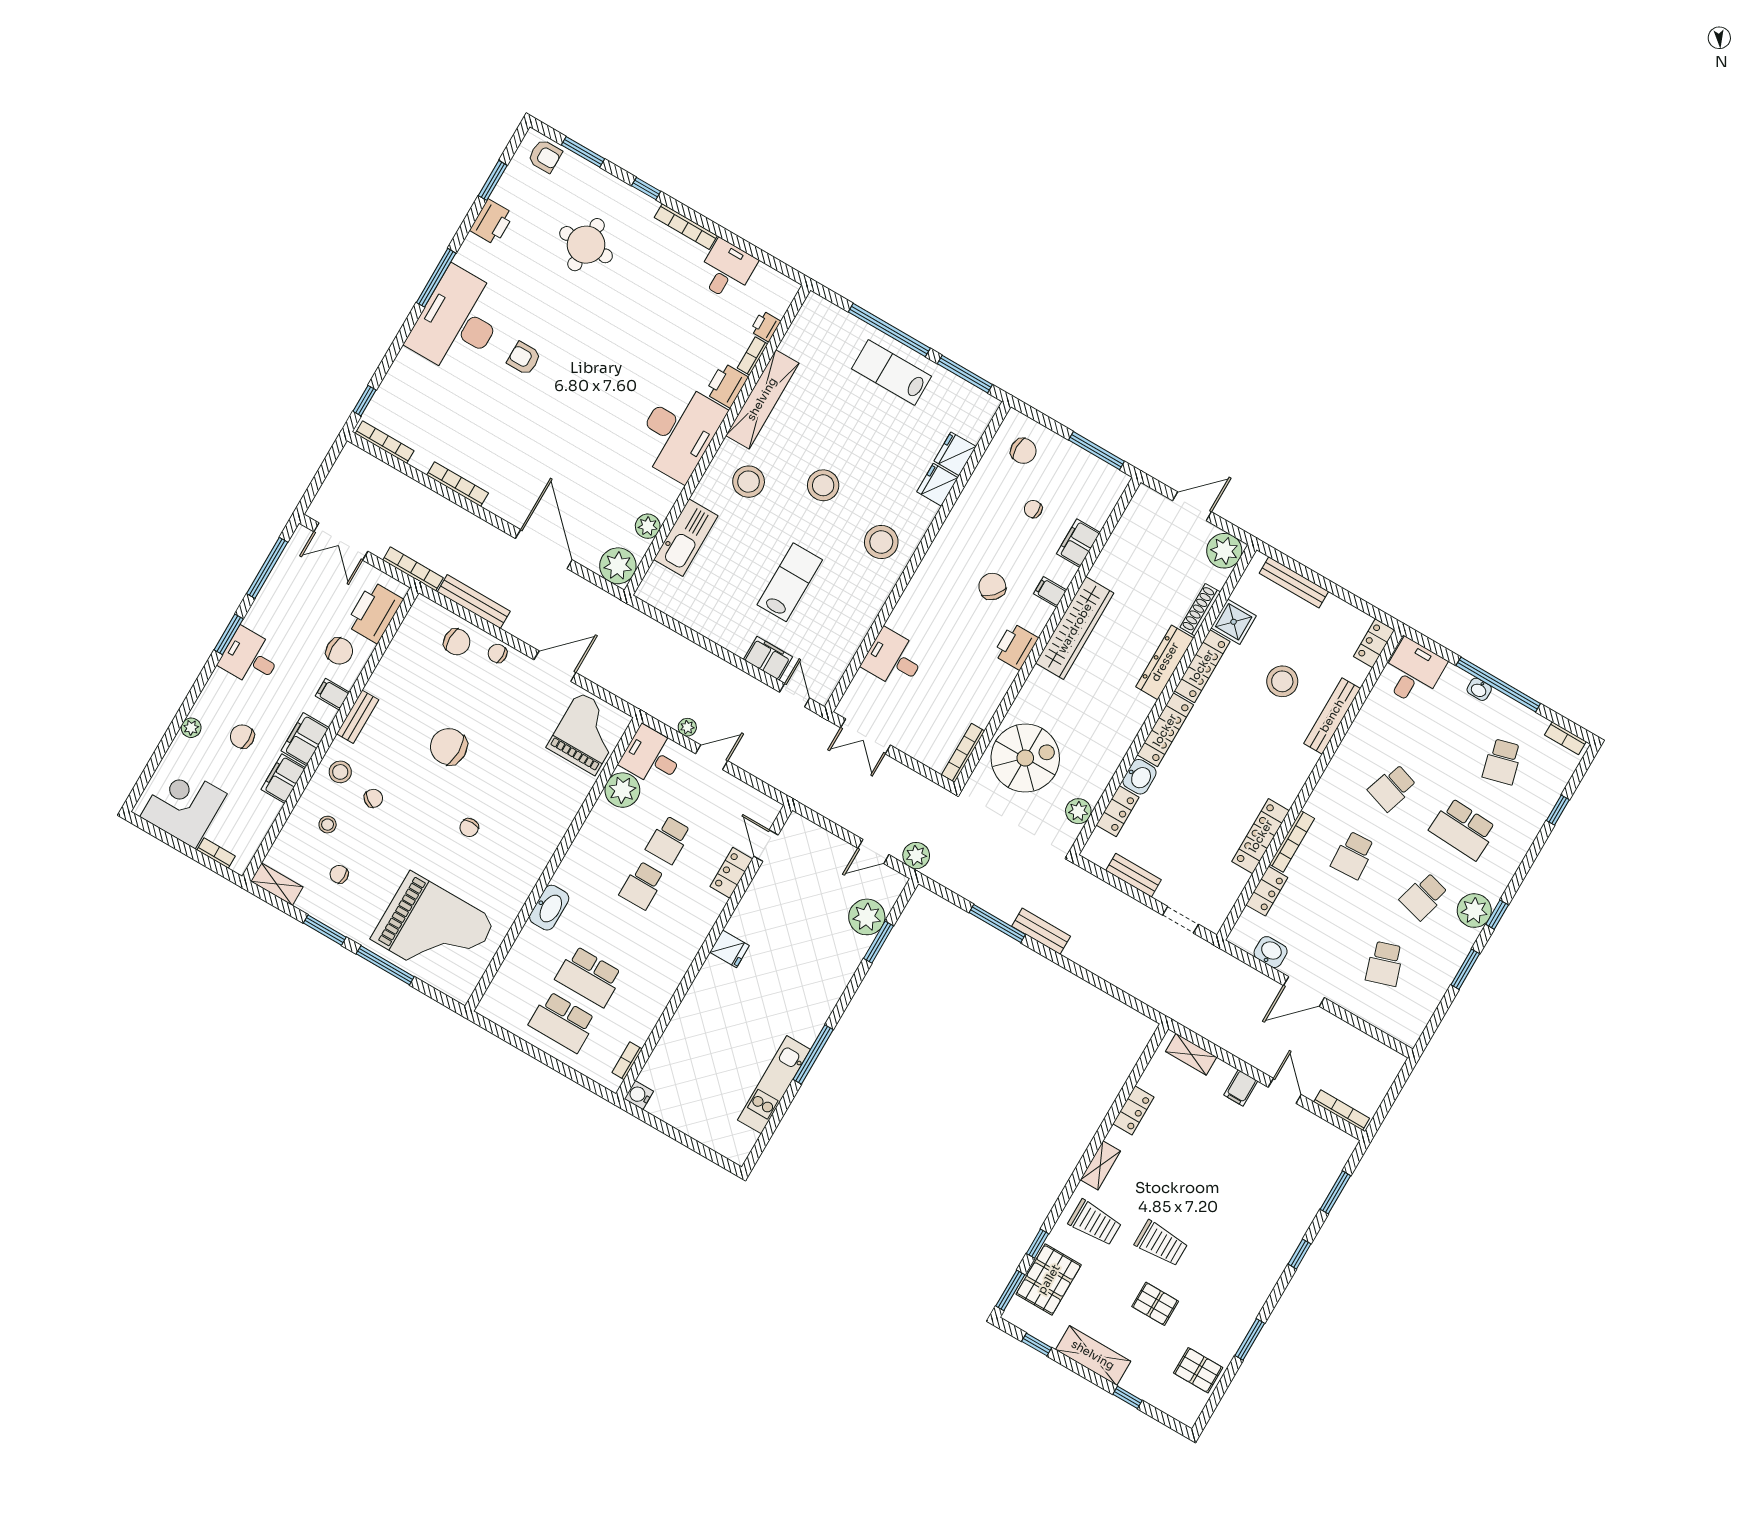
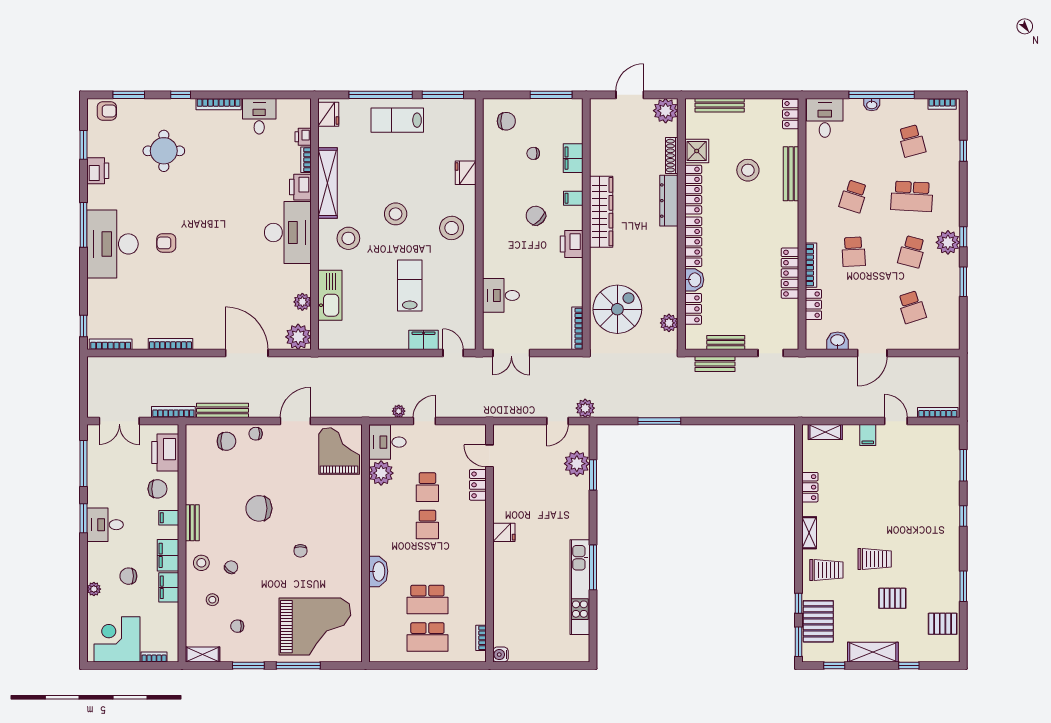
fridge: (955, 454) -> (328, 114), moved, turned 180
bench: (1041, 931) -> (715, 364), moved
kitchen unit: (774, 1085) -> (580, 587), width x1.36

